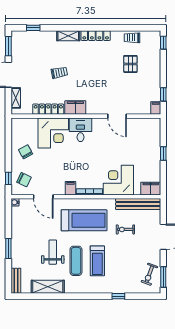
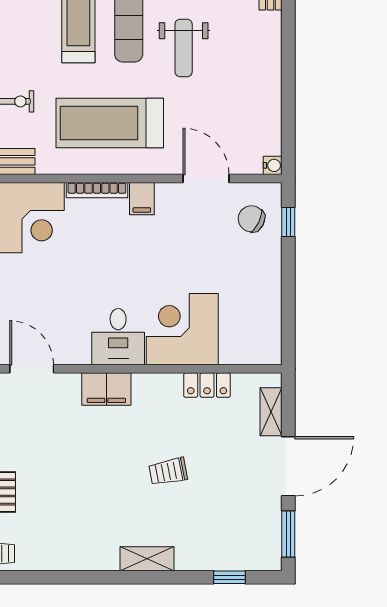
locker: (96, 36) -> (82, 559), removed
filing cabinet: (75, 108) -> (106, 389), moved
locker: (48, 109) -> (207, 385), width x0.66
chair: (26, 152) -> (248, 285), removed
window: (8, 248) -> (288, 57), removed

